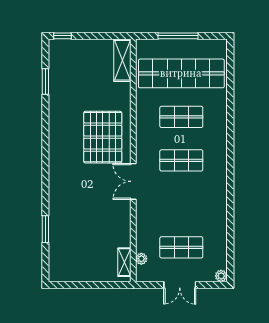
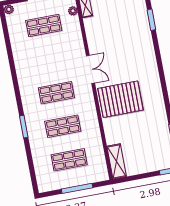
shop shelf: (181, 73) -> (69, 160), width x0.50, depth x0.74
window: (230, 126) -> (24, 127), added
pallet: (103, 137) -> (120, 99), turned 90

